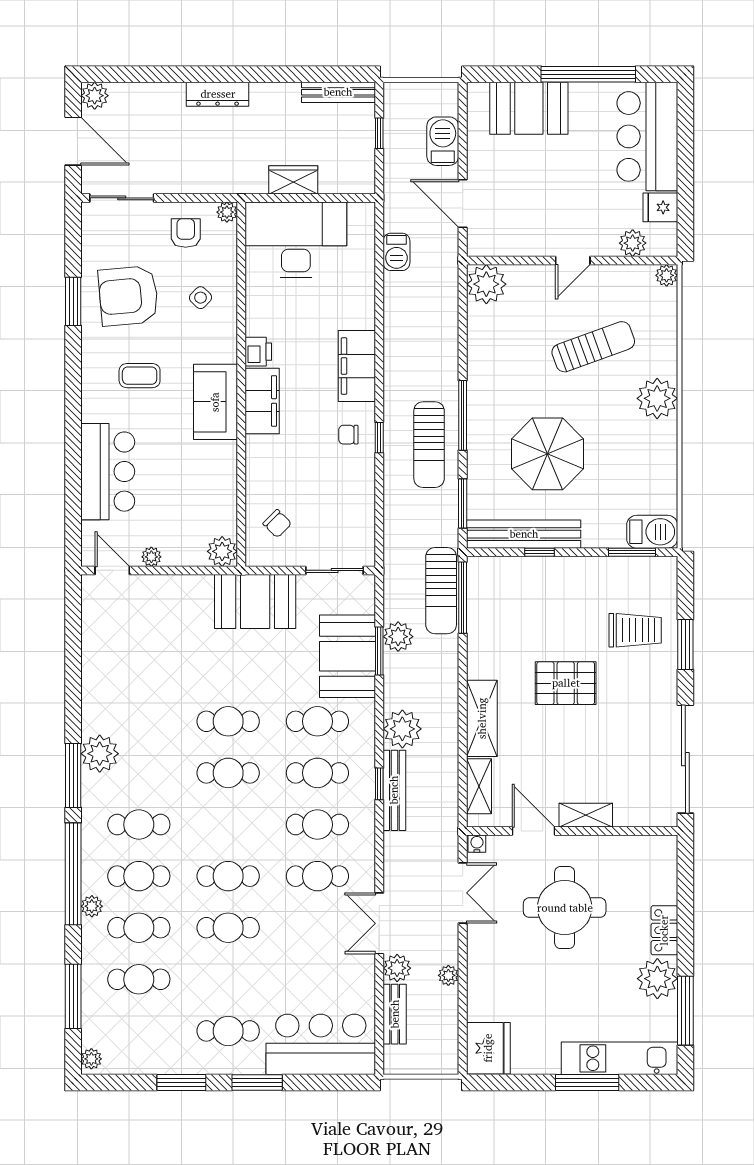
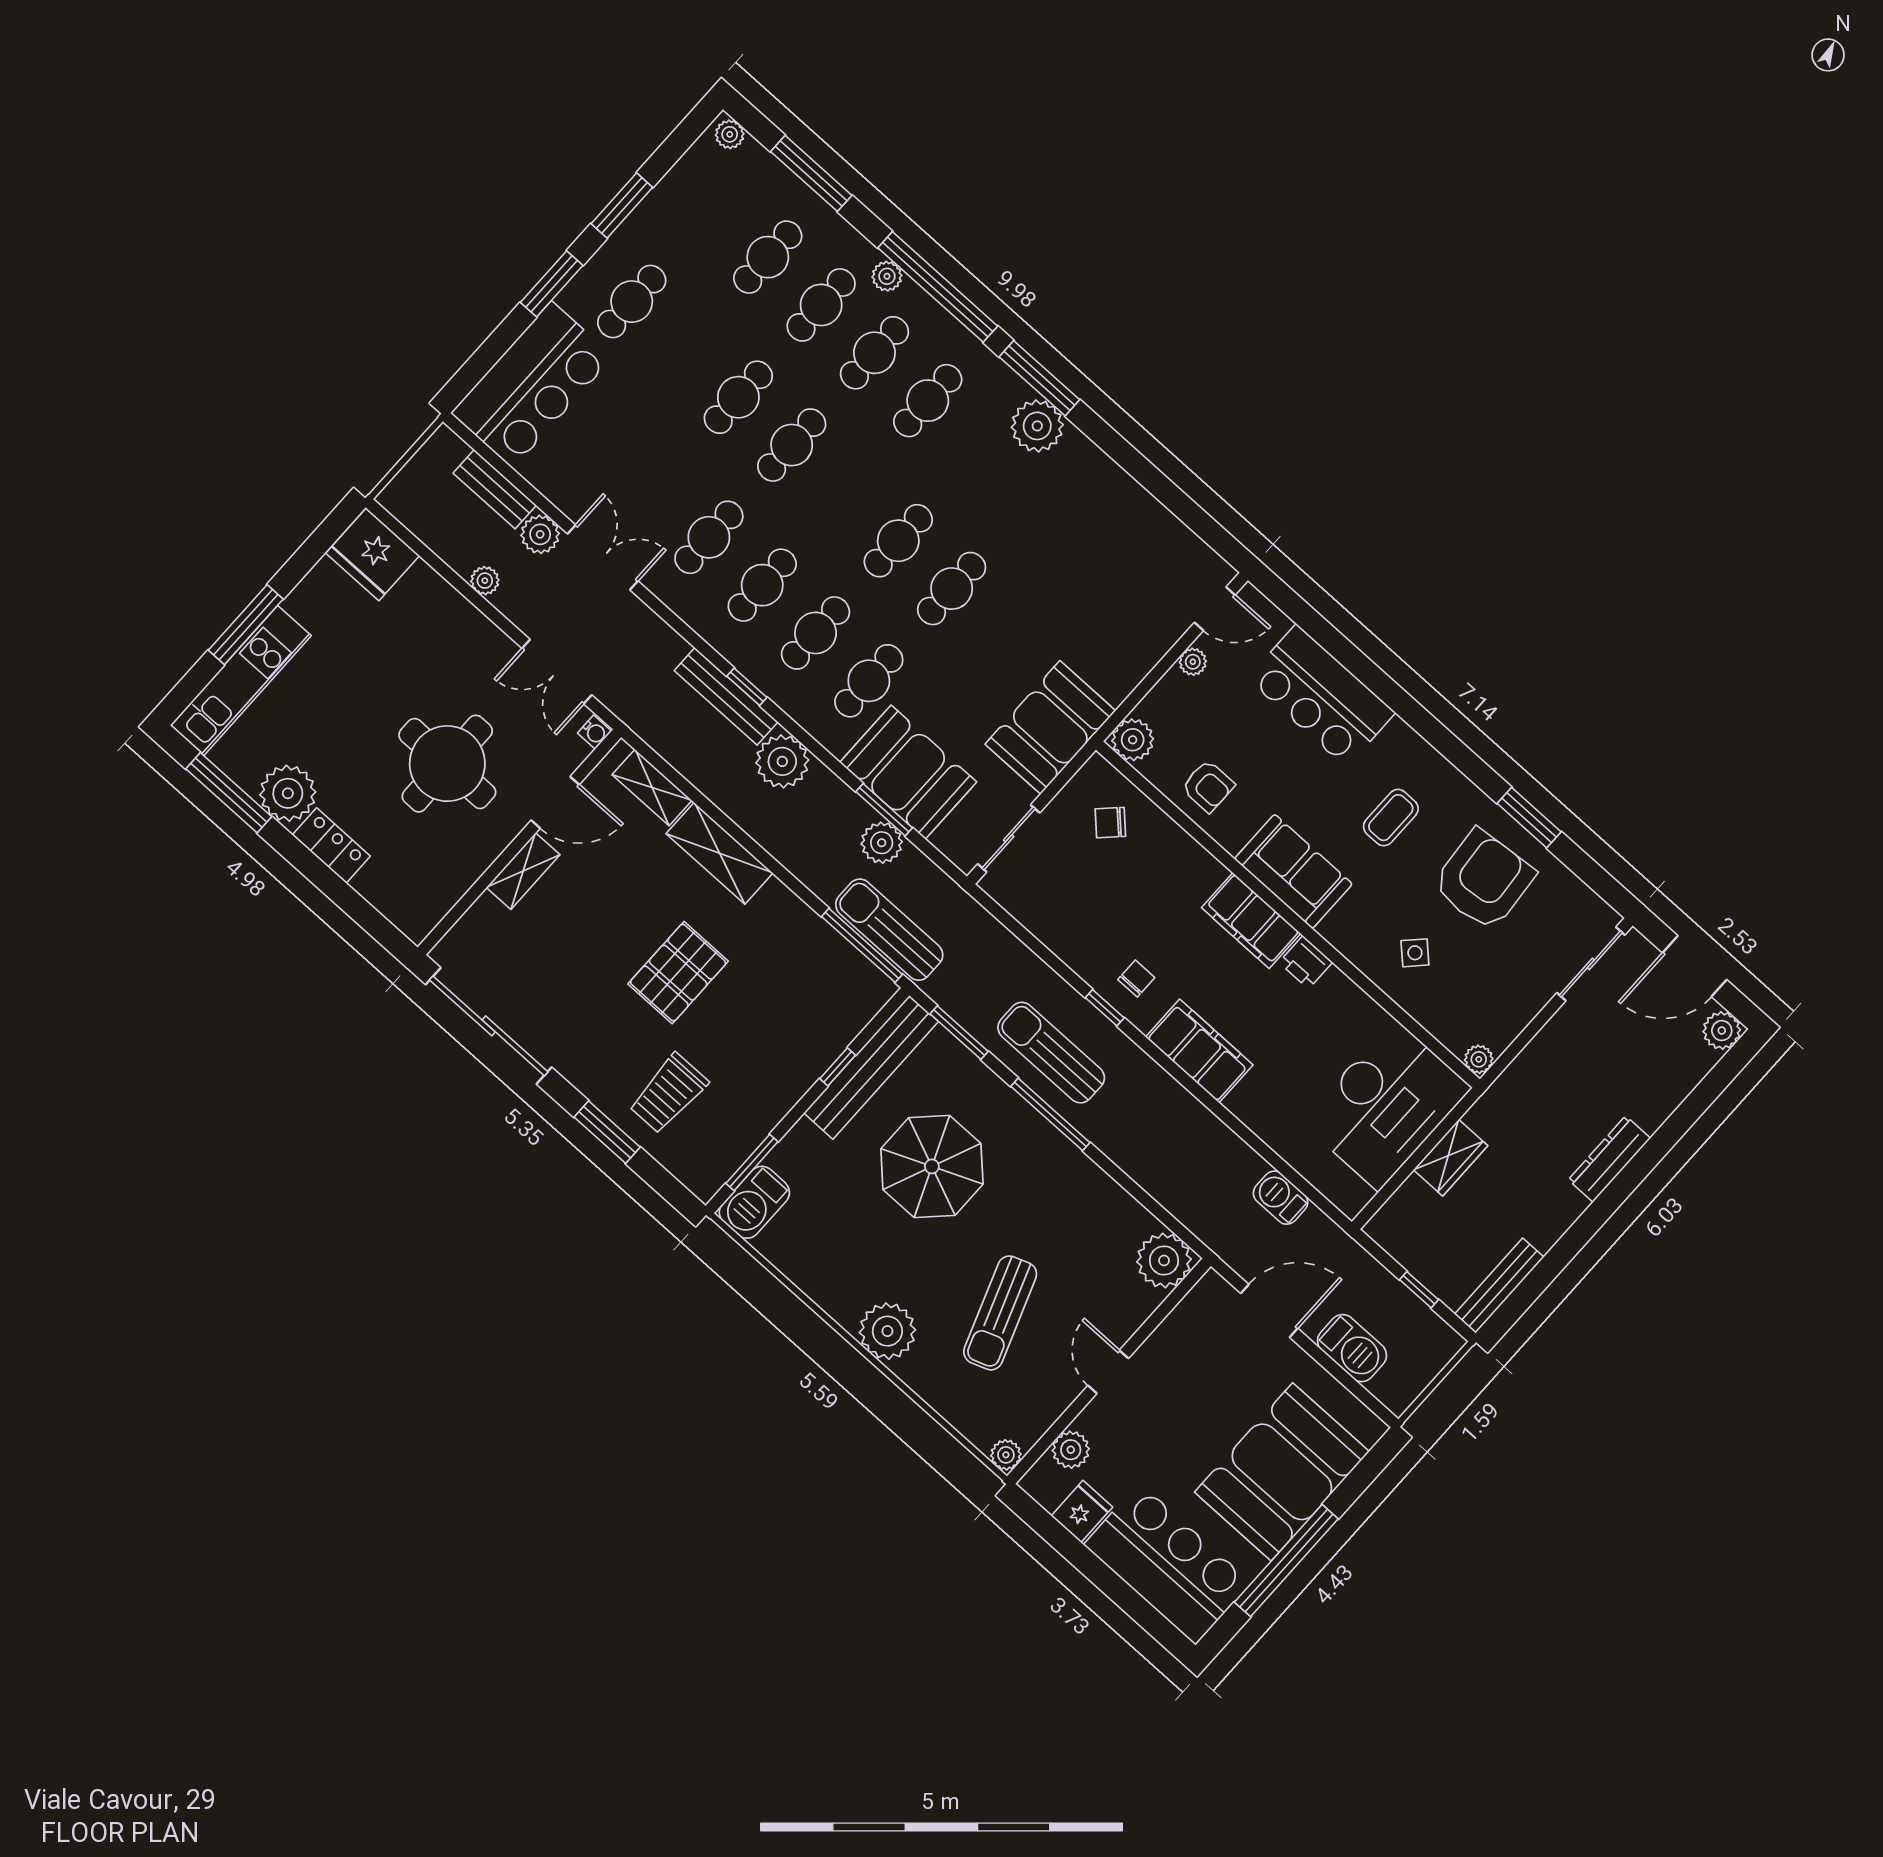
booth: (529, 108) -> (1282, 1472), width x1.36, depth x1.42
armchair: (186, 233) -> (1208, 786), moved

